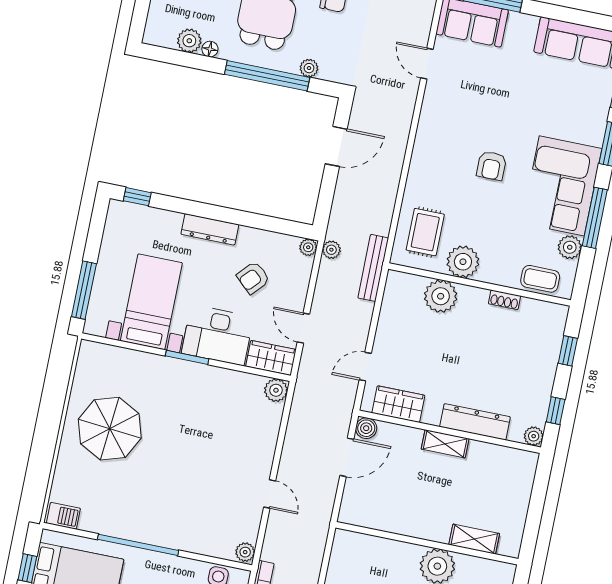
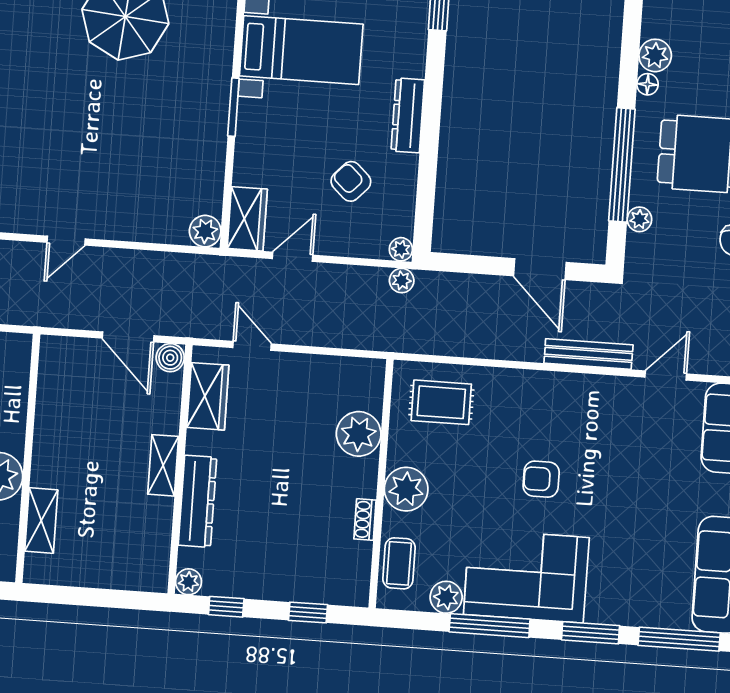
plant: (463, 262) -> (406, 489), moved
bench: (373, 268) -> (588, 354), moved
desk: (217, 335) -> (268, 144), removed

